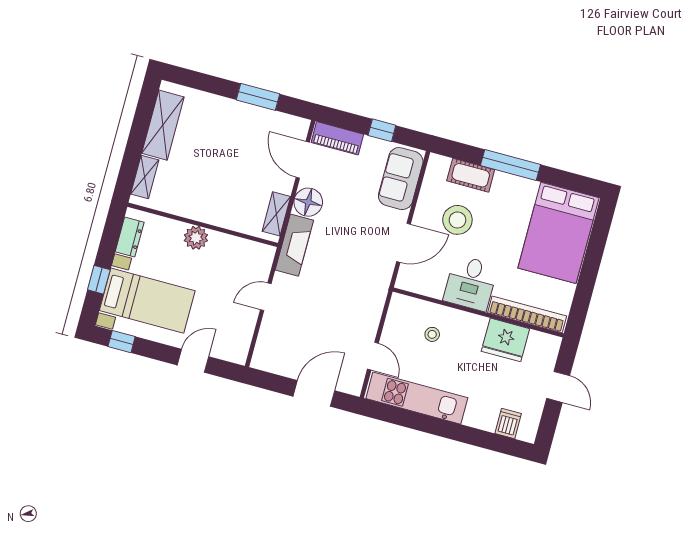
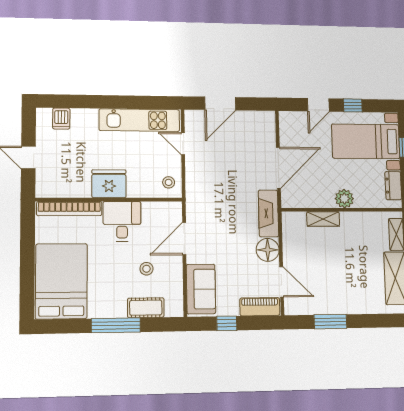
shelving: (276, 214) -> (323, 219), moved, turned 90
stool: (457, 220) -> (146, 269), width x0.53, depth x0.53
door: (266, 297) -> (278, 168), width x1.87
stool: (432, 334) -> (169, 182), moved
fridge: (505, 340) -> (109, 184), moved
window: (122, 342) -> (353, 105), moved

